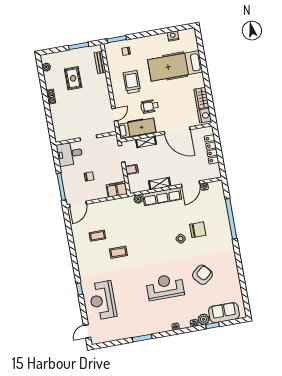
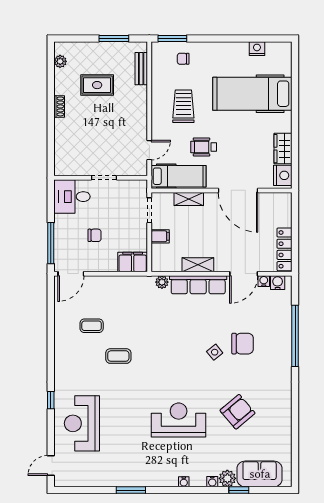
rug: (73, 78) -> (97, 85), turned 90
locker: (212, 149) -> (284, 249), moved
water cooler: (214, 186) -> (278, 283), added

